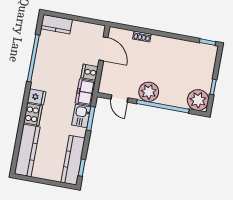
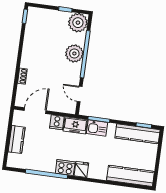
kitchen counter: (56, 24) -> (17, 139), moved
plant: (149, 92) -> (74, 53), moved
door: (119, 98) -> (80, 94), swing flipped
cooker: (33, 114) -> (65, 168), moved

